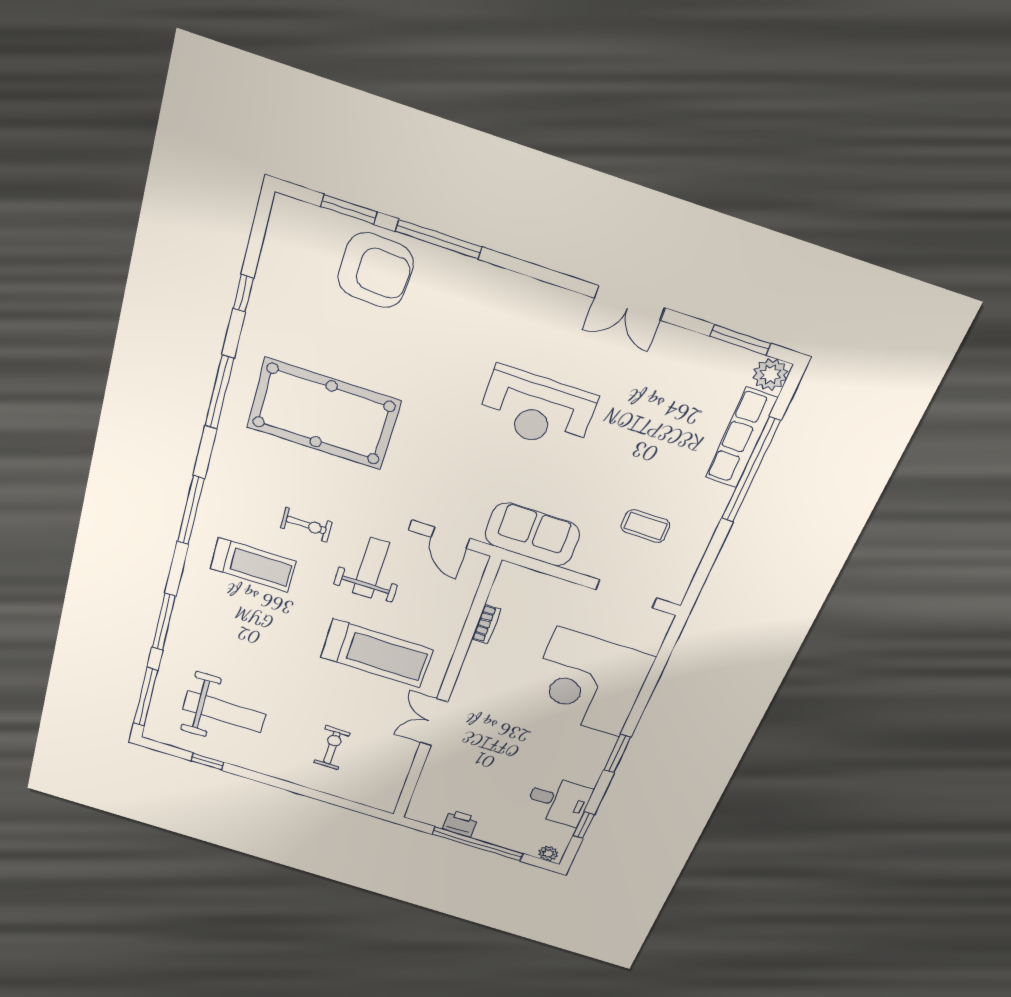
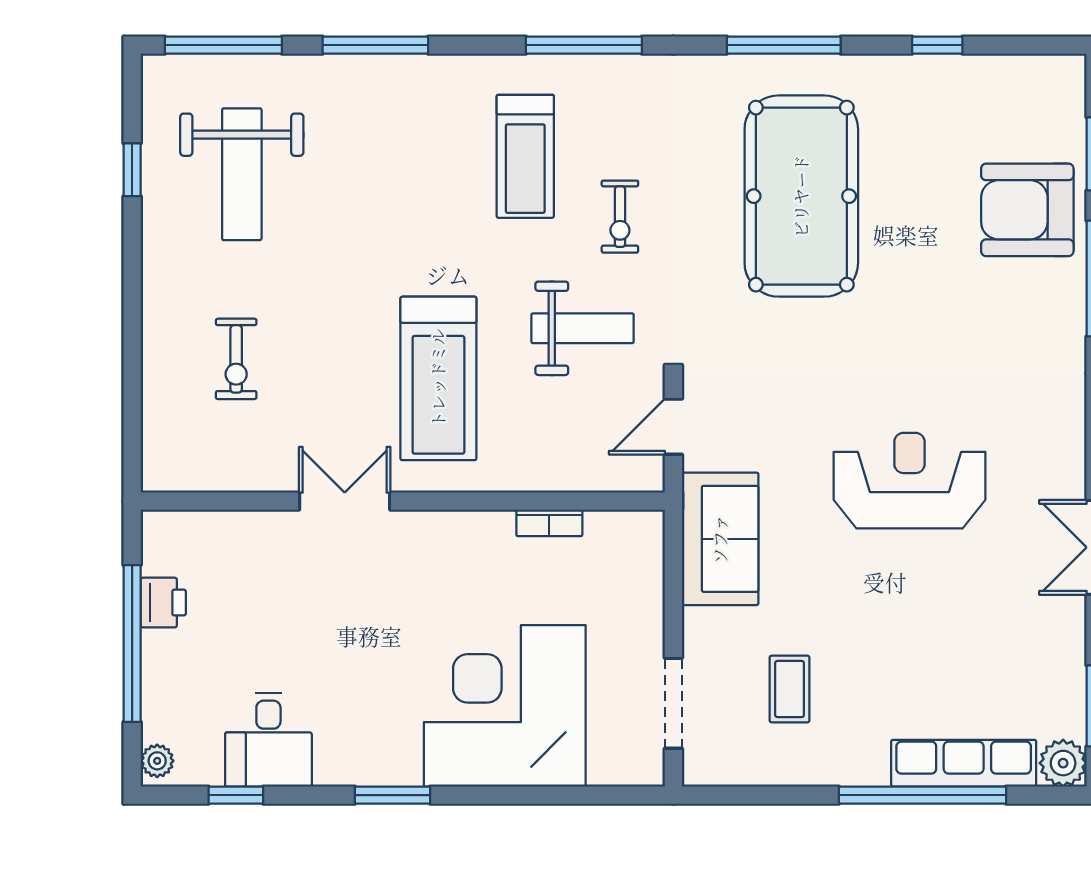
armchair: (375, 270) -> (1027, 210), turned 87
reception desk: (537, 409) -> (909, 481), turned 90
exercise bike: (332, 748) -> (236, 359), turned 90

